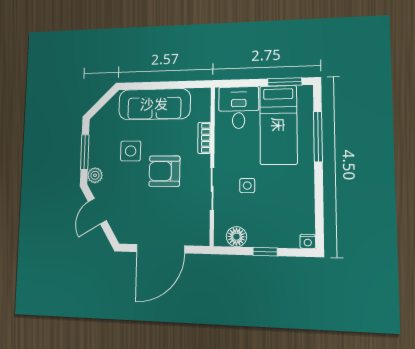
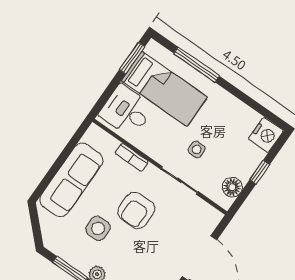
nightstand: (308, 241) -> (266, 135), width x1.89, depth x1.79

